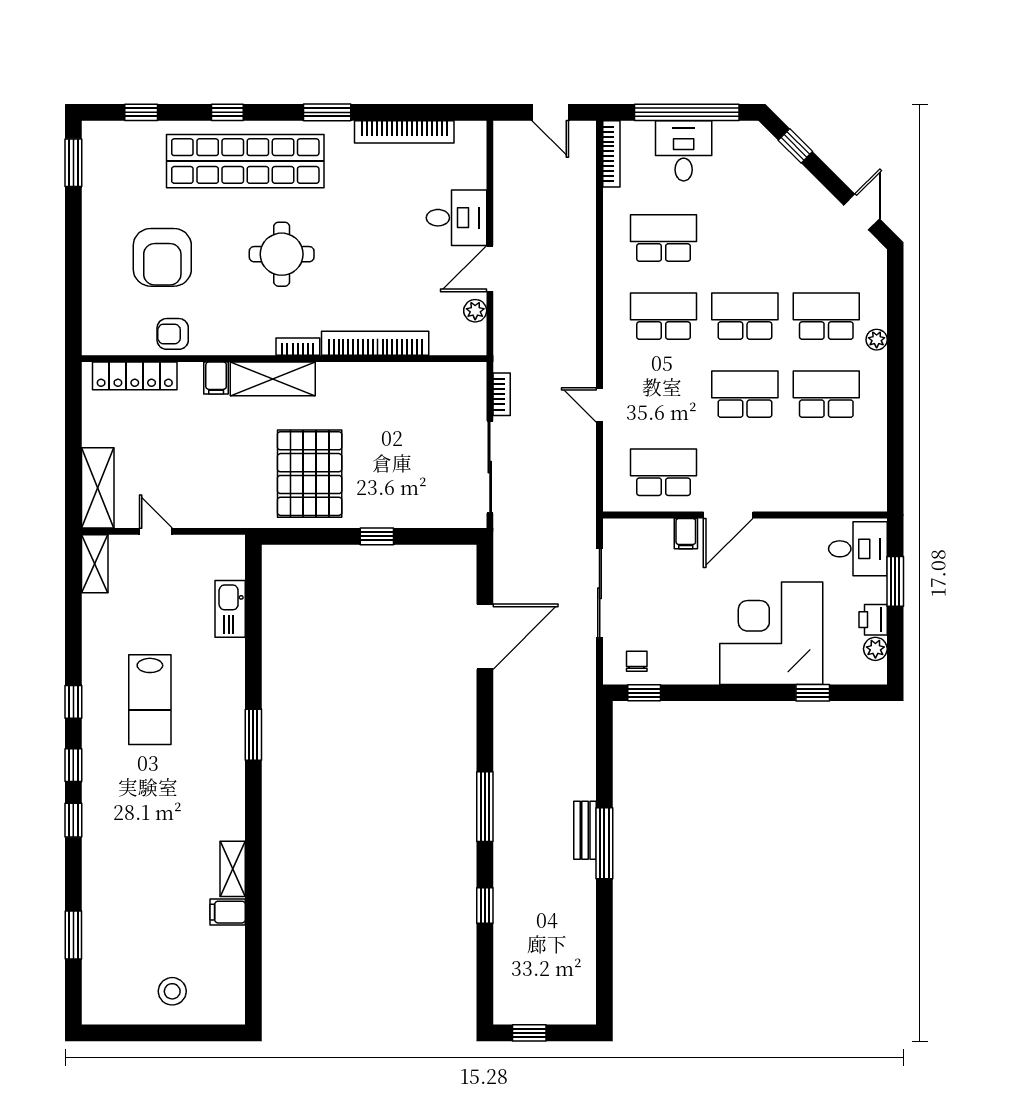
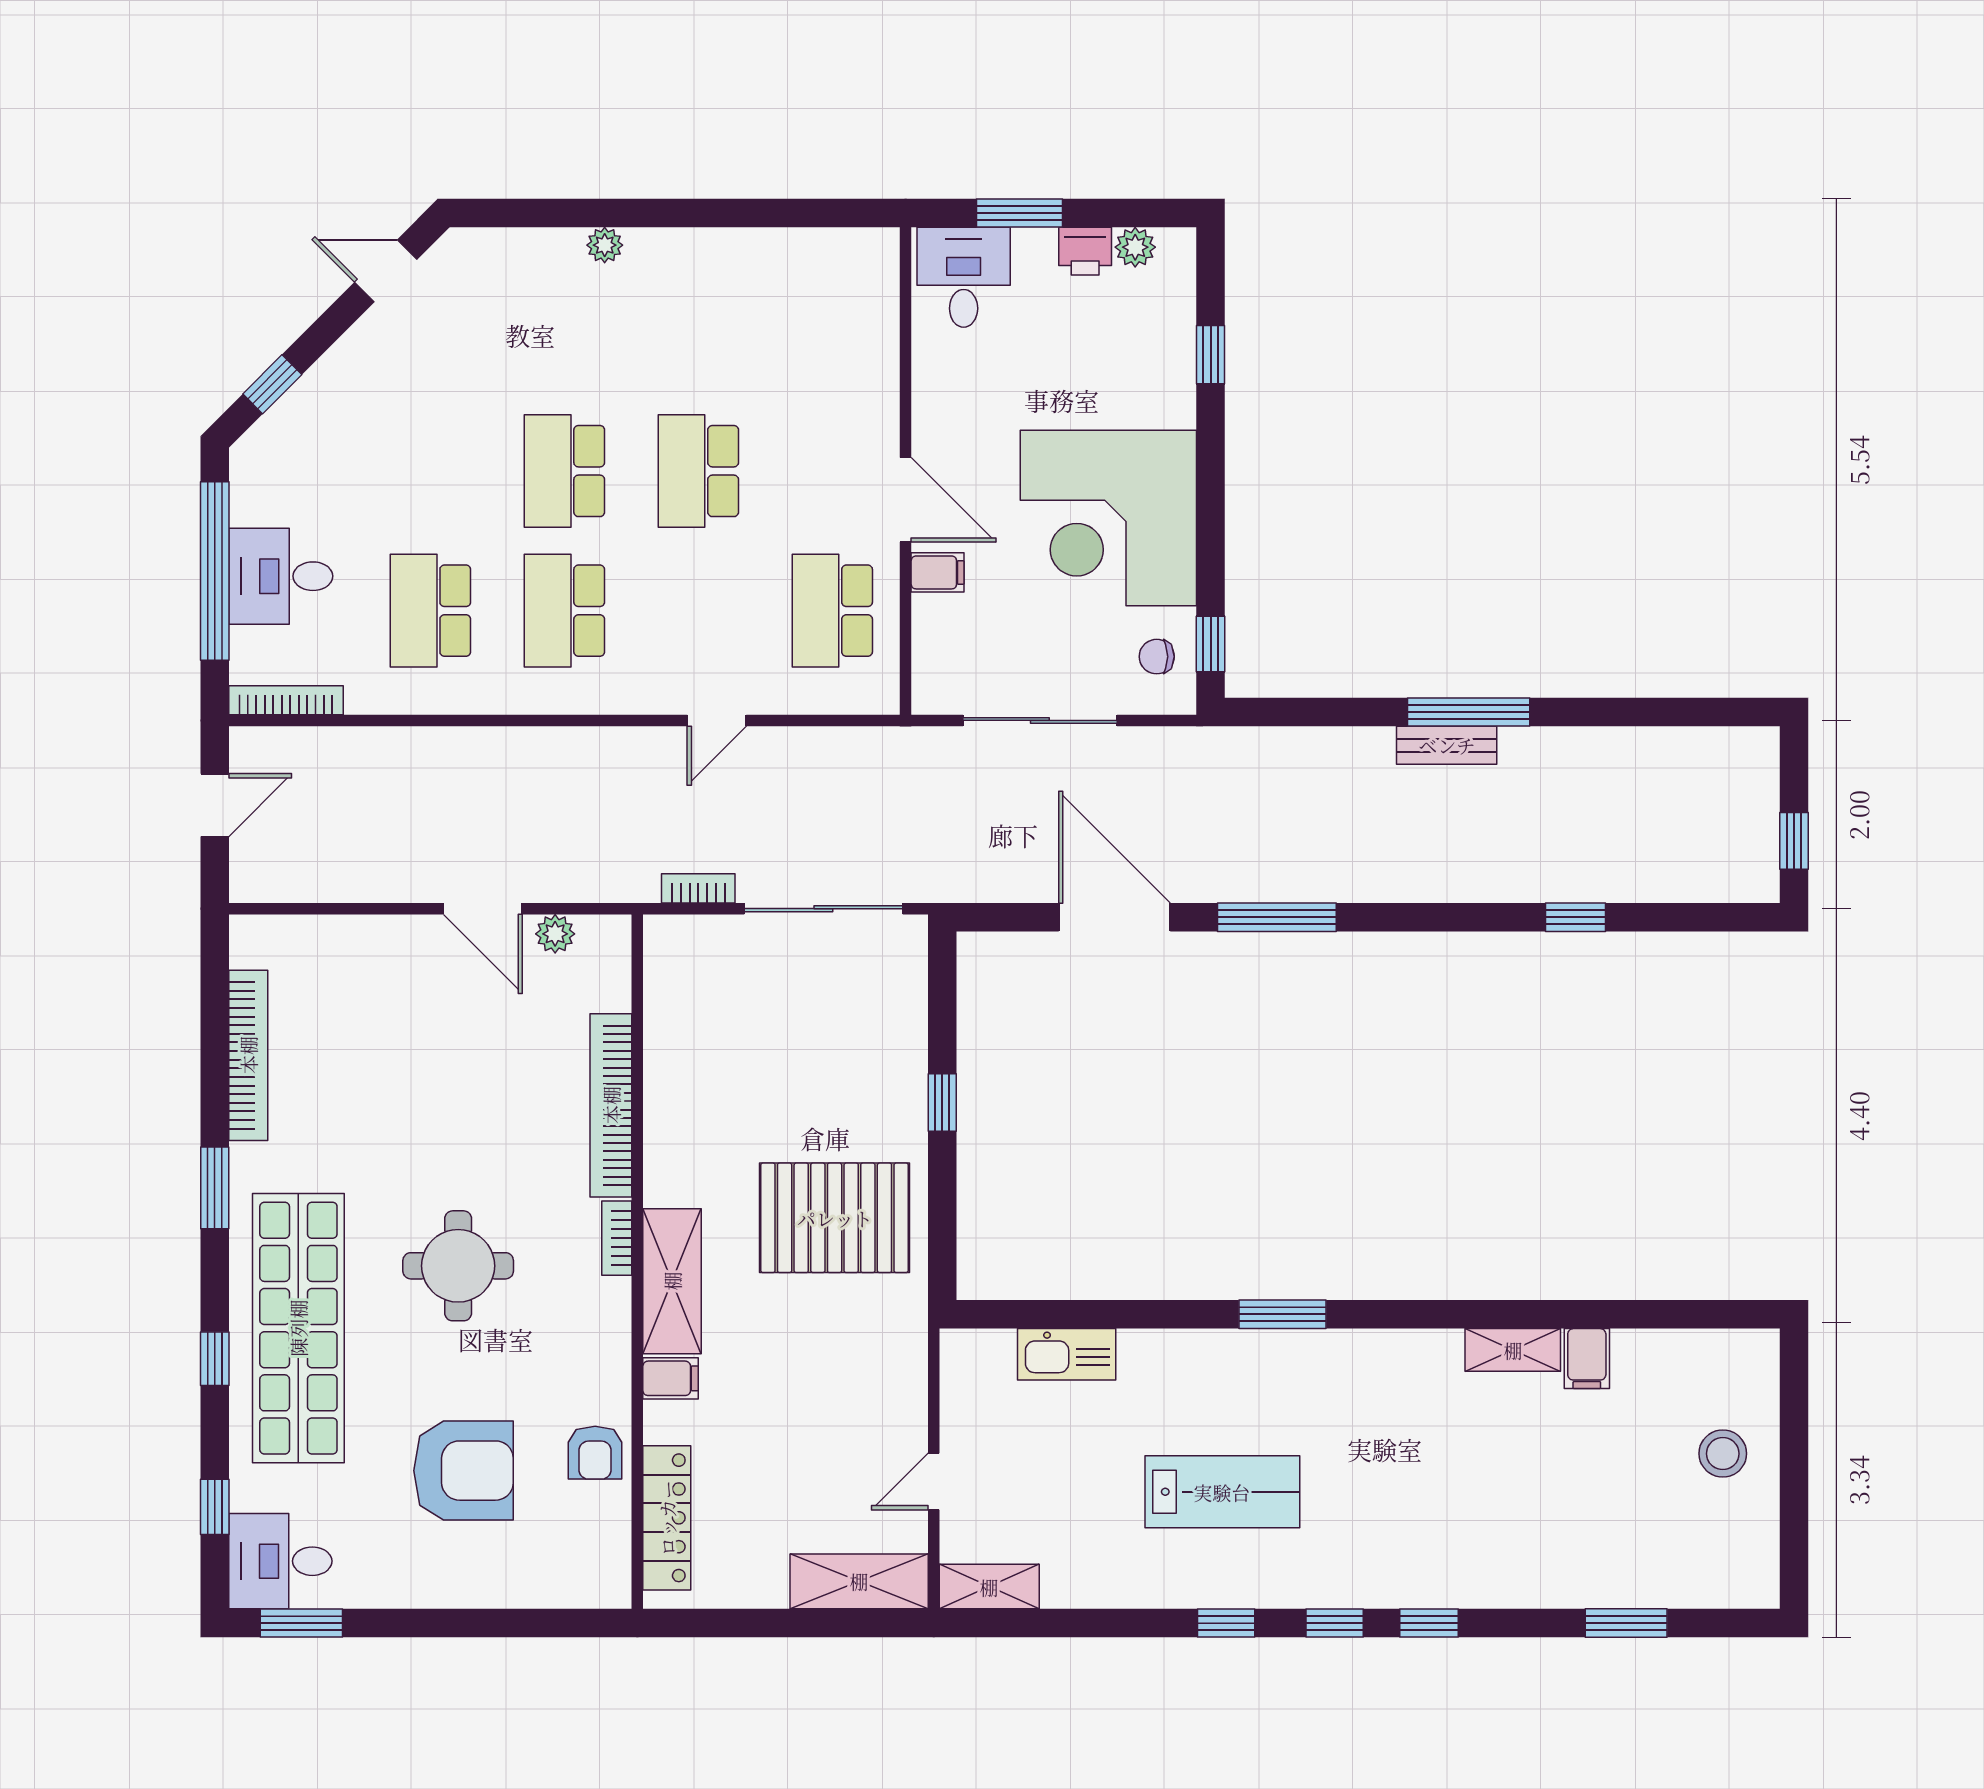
desk: (456, 218) -> (280, 1561), moved, turned -90
school desk: (826, 316) -> (564, 331), removed
school desk: (826, 394) -> (698, 331), removed
corner desk: (771, 633) -> (1108, 518), moved
window: (485, 807) -> (1277, 917), moved

